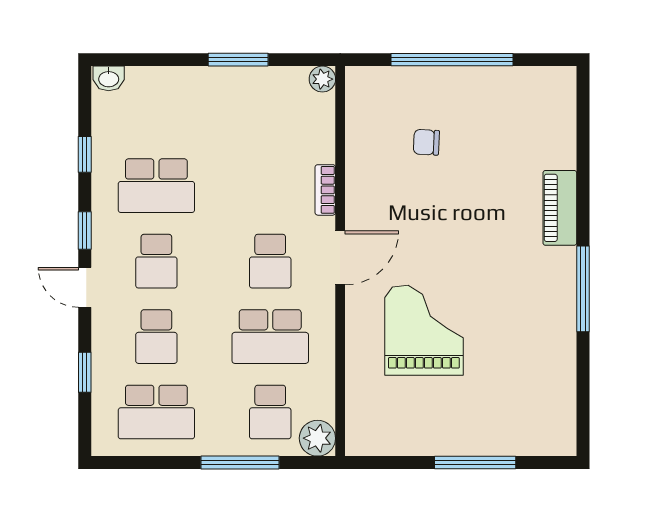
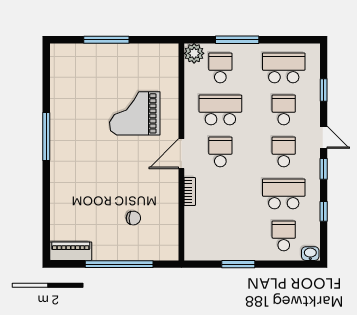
plant: (322, 79) -> (191, 253), removed
school desk: (156, 110) -> (284, 236), added
piano: (560, 208) -> (71, 251), moved, turned -90
grand piano: (424, 330) -> (135, 113), turned 90

